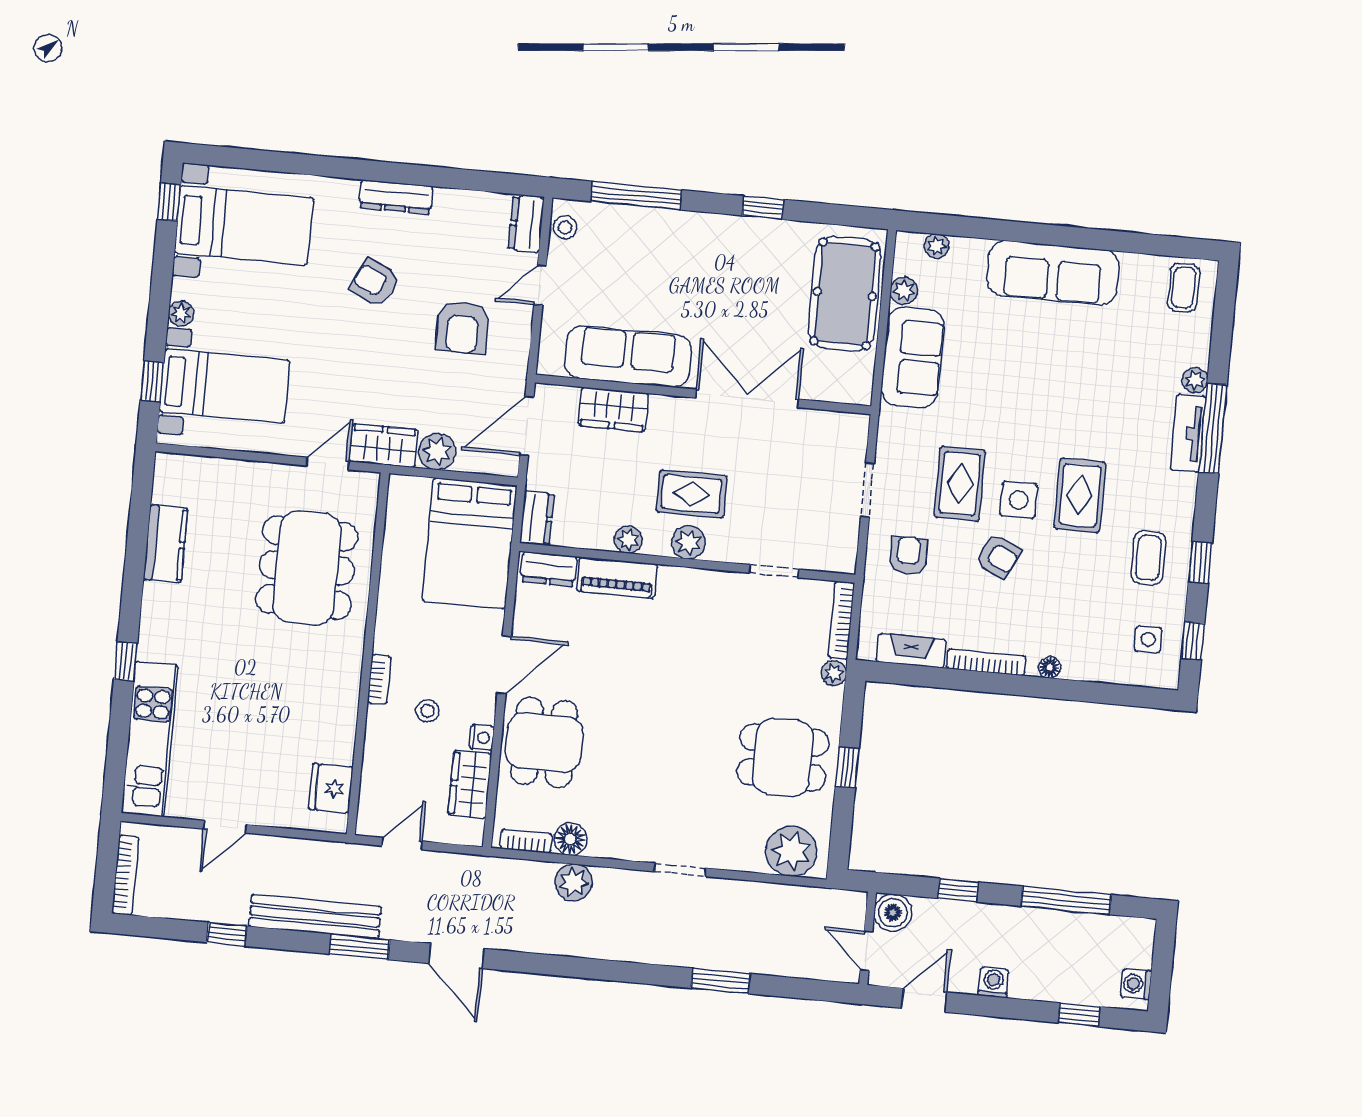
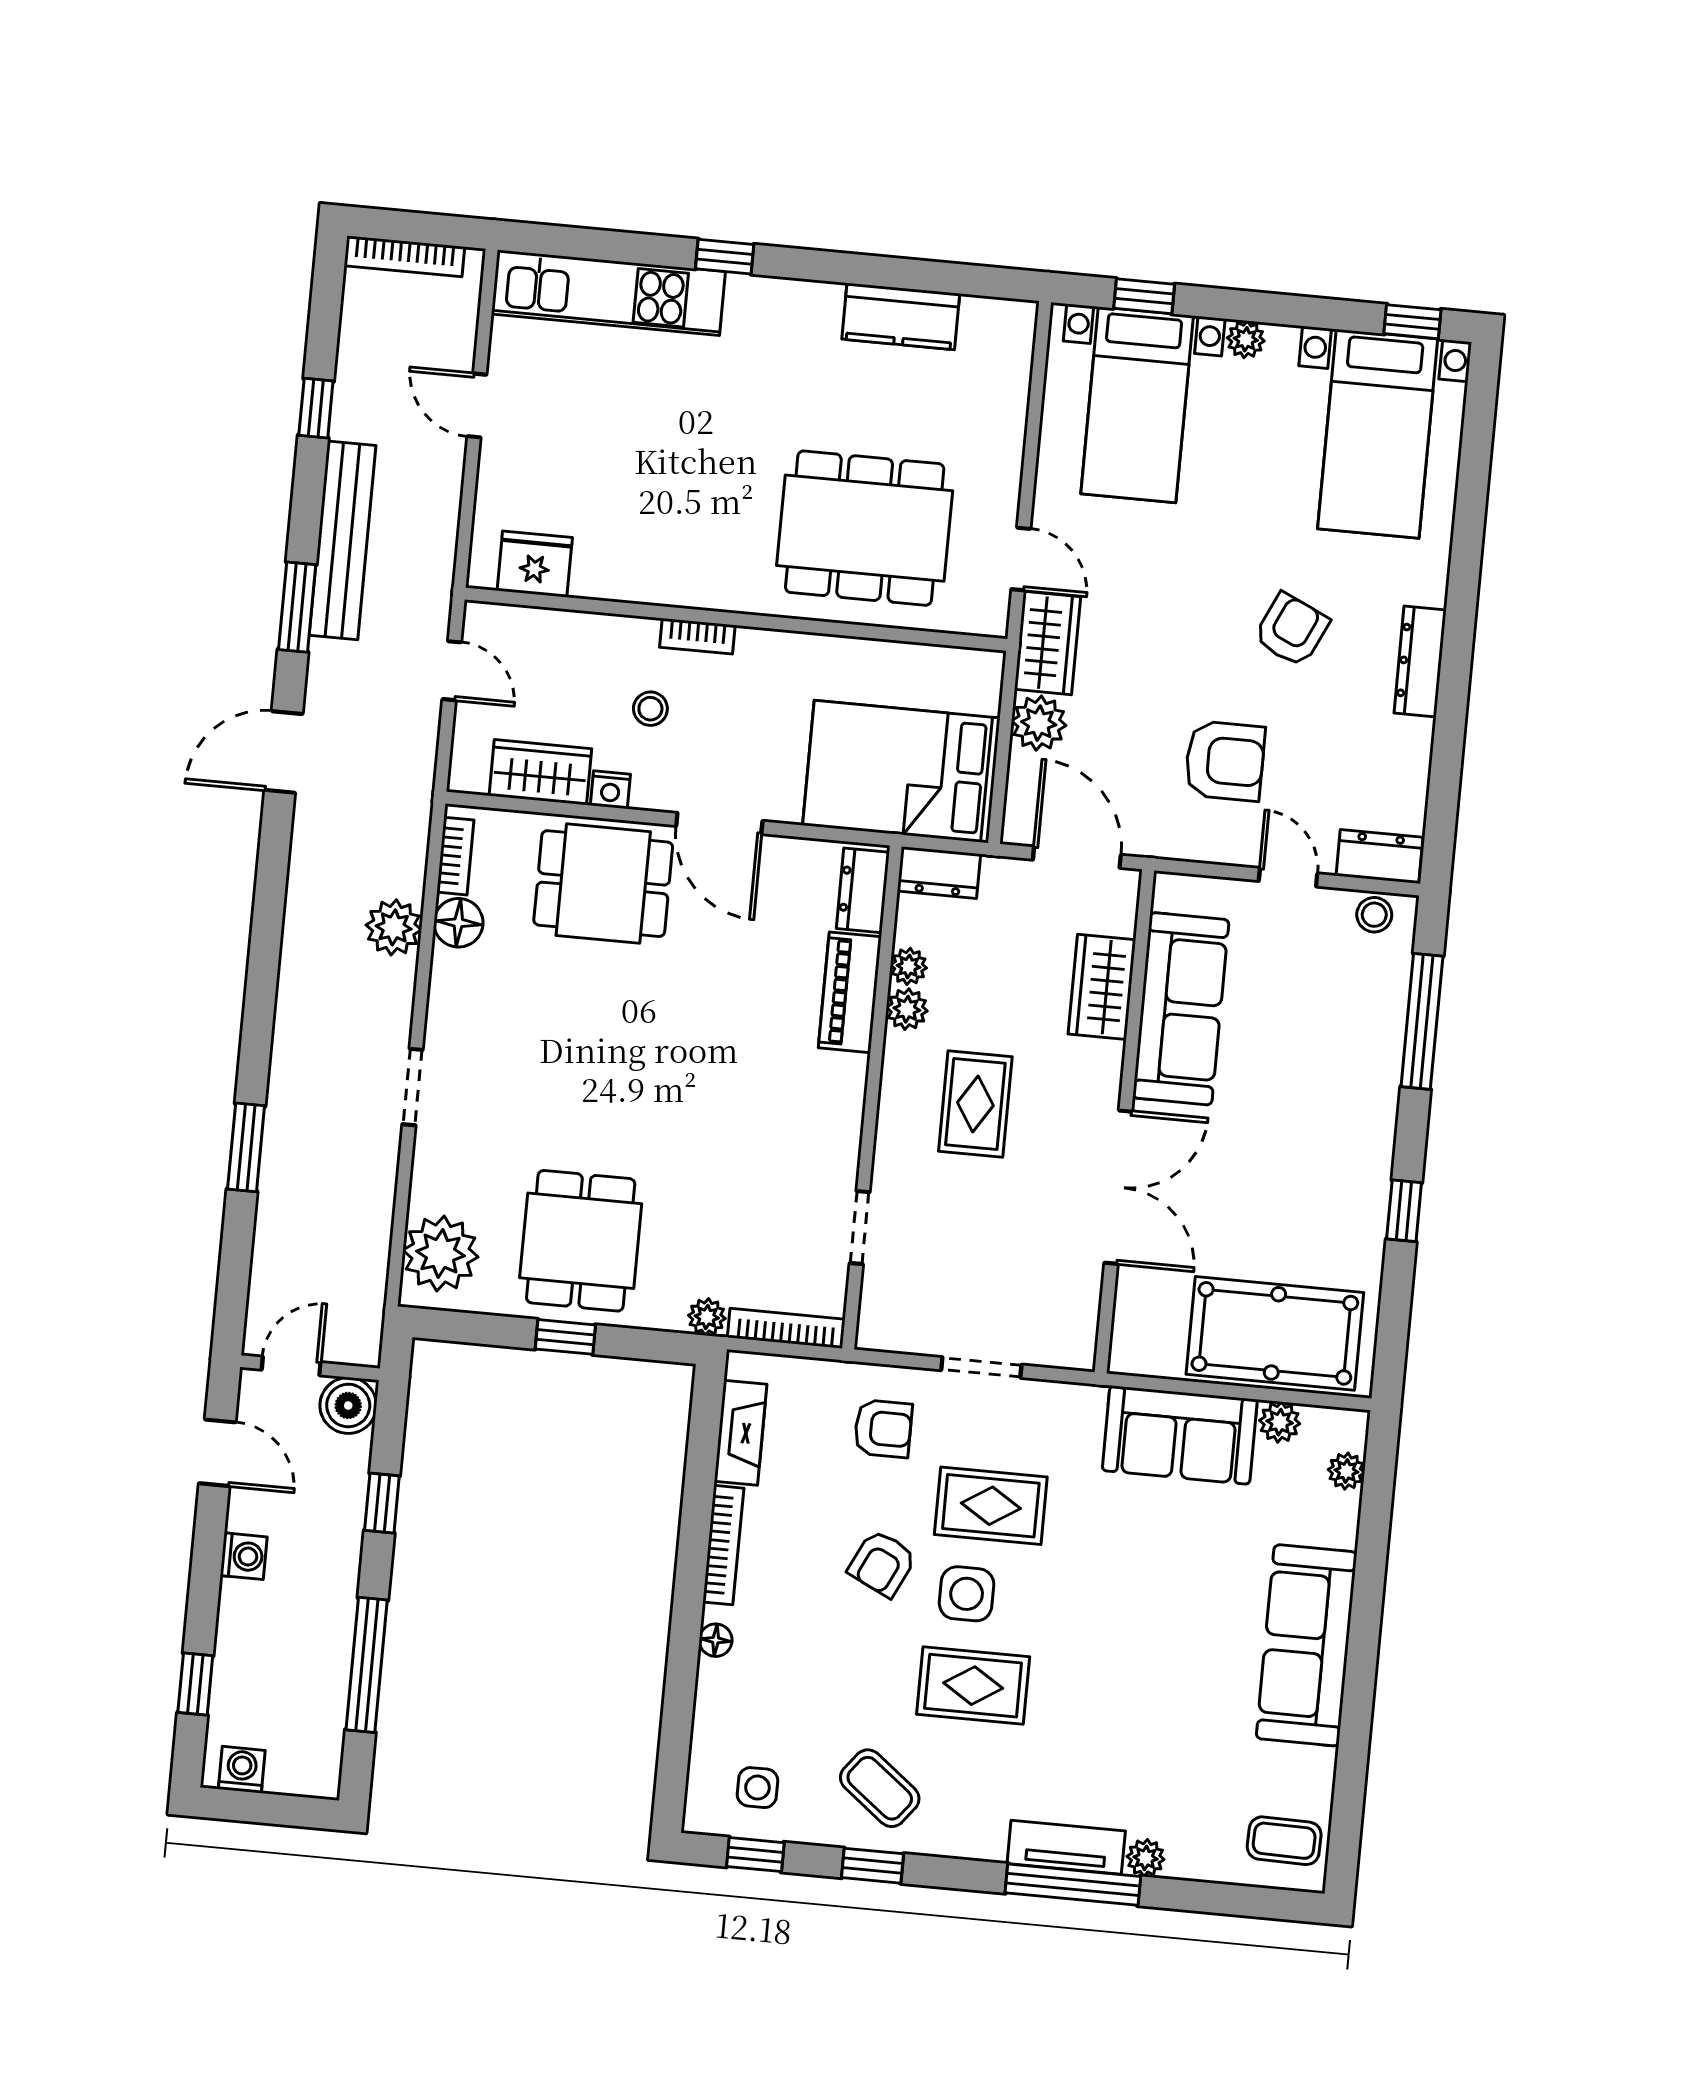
armchair: (462, 327) -> (1225, 761), turned 180
plant: (689, 542) -> (909, 966), moved, width x0.73, depth x0.73
coffee table: (1148, 558) -> (880, 1788), turned 38

